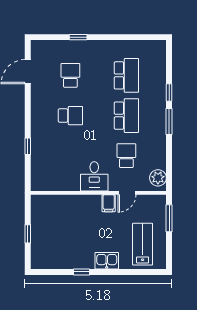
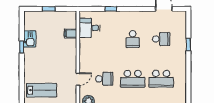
desk: (94, 176) -> (90, 28), moved
door: (127, 193) -> (78, 79), swing flipped
filing cabinet: (109, 203) -> (71, 34), moved
kitchen sink: (107, 261) -> (30, 39), moved

